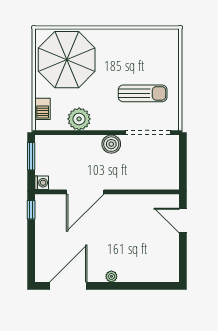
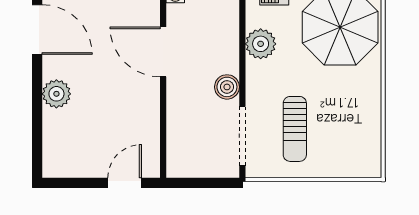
plant: (111, 276) -> (56, 94), width x1.88, depth x1.88

